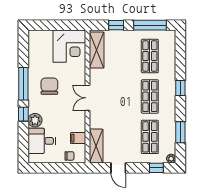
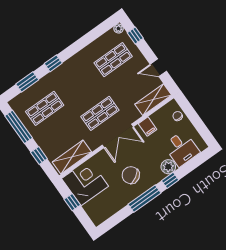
window: (61, 25) -> (72, 202), added
chair: (49, 86) -> (131, 175), turned 59
shop shelf: (150, 96) -> (100, 113), moved
double door: (87, 98) -> (118, 136), width x1.37
window: (180, 132) -> (27, 82), moved
filing cabinet: (78, 138) -> (148, 127), moved
door: (118, 168) -> (158, 68), swing flipped

